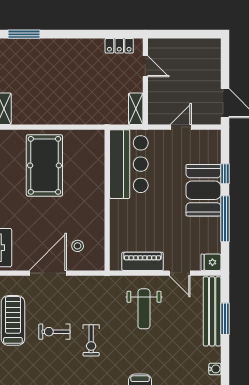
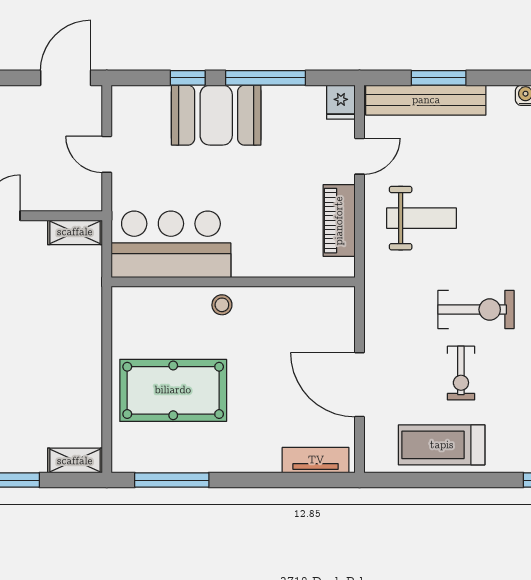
stool: (78, 246) -> (222, 305), moved
exercise bike: (91, 340) -> (476, 310), width x1.38, depth x1.39

